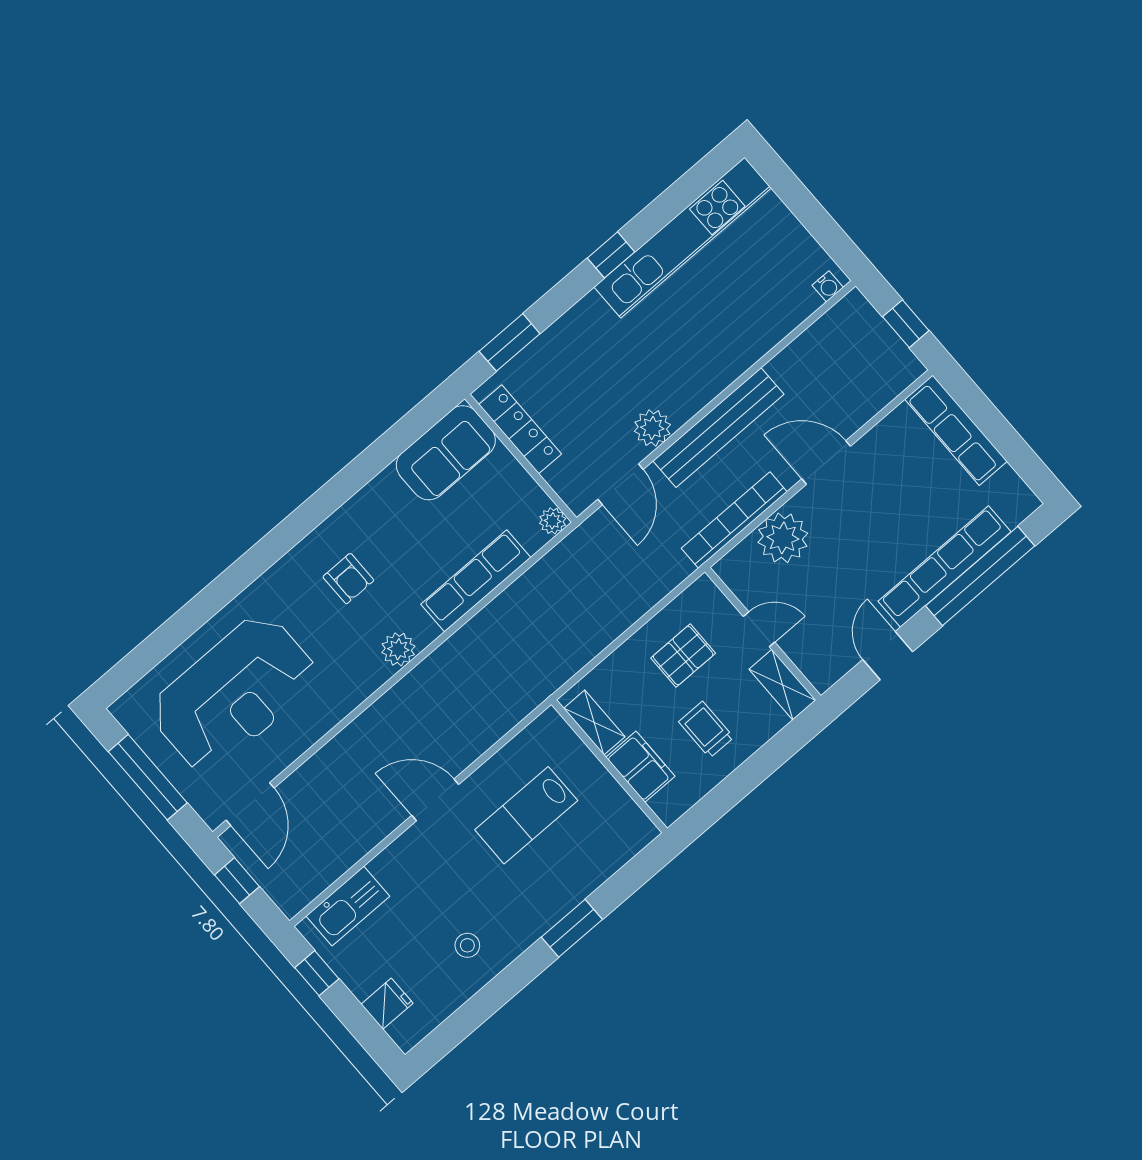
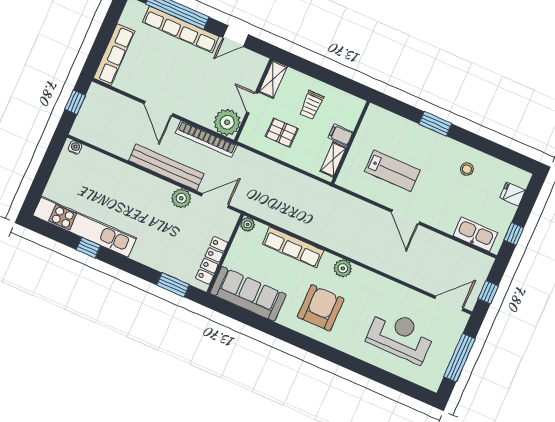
window: (611, 255) -> (88, 248), moved
sofa: (446, 453) -> (248, 294), width x1.36
plant: (783, 538) -> (227, 122), moved
armchair: (348, 579) -> (321, 308), width x1.88, depth x1.88
reception desk: (234, 693) -> (400, 336), width x0.74, depth x0.77
filing cabinet: (640, 767) -> (341, 135), width x0.50

